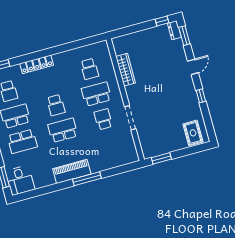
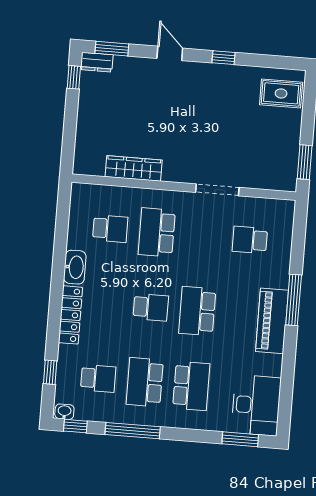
washbasin: (63, 58) -> (75, 267), added
school desk: (103, 119) -> (250, 240), moved
desk: (20, 180) -> (256, 405), width x1.37

